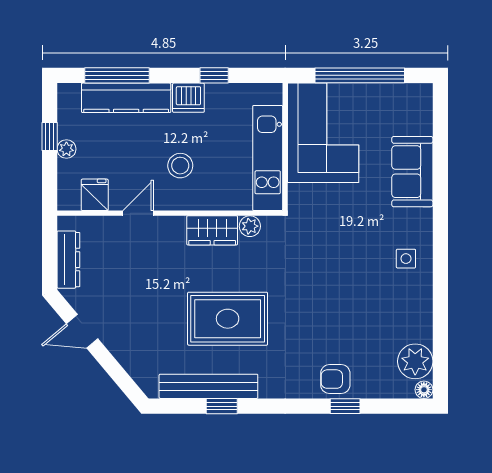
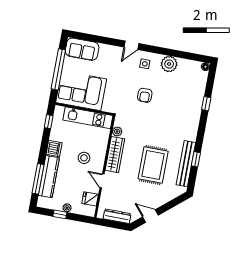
window: (214, 75) -> (49, 122), moved
sofa: (412, 172) -> (82, 49), moved
door: (440, 223) -> (131, 45), added
wardrobe: (212, 230) -> (115, 155), width x1.50
rug: (228, 319) -> (153, 165), moved
door: (82, 331) -> (151, 216), swing flipped
plant: (415, 361) -> (169, 64), moved
armchair: (335, 379) -> (145, 95), moved

